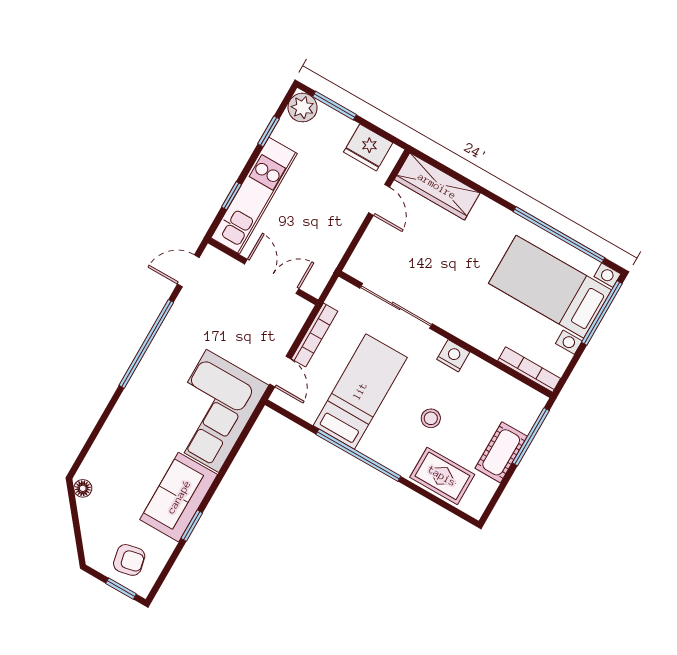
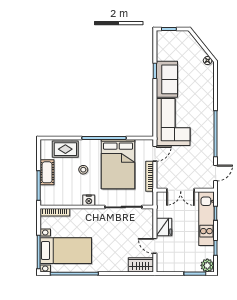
fridge: (368, 147) -> (164, 227), moved, turned 90
wardrobe: (437, 186) -> (141, 265), width x0.67
door: (280, 372) -> (155, 154), swing flipped
bed: (360, 391) -> (118, 164), width x1.50
armchair: (129, 560) -> (172, 42), removed

